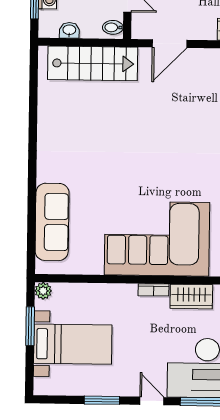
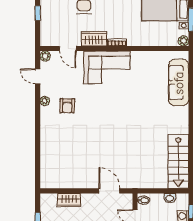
door: (170, 44) -> (109, 191), hinge flipped
stairs: (93, 63) -> (178, 162), moved, turned -90
corner sofa: (157, 239) -> (107, 67), width x0.73, depth x0.74

